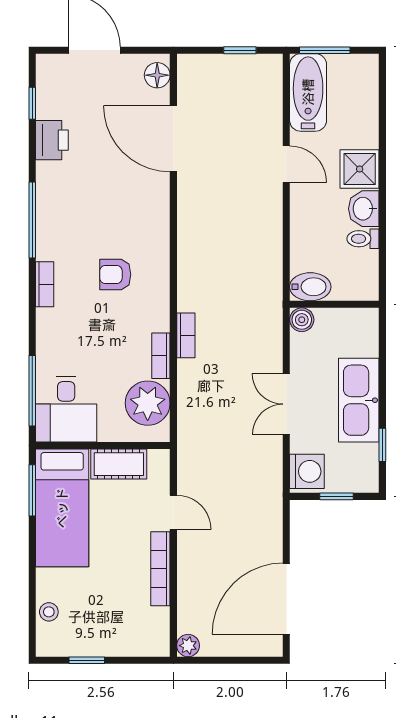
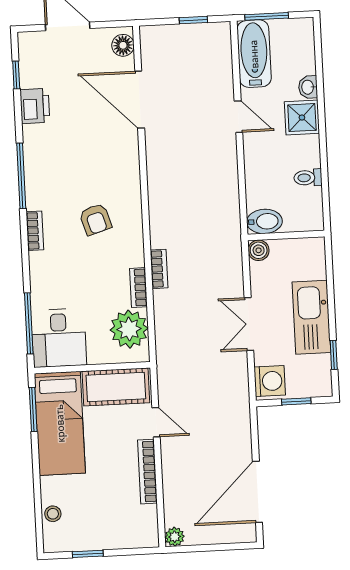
washbasin: (364, 209) -> (308, 87), moved, width x0.72, depth x0.69
armchair: (115, 274) -> (95, 219), turned -107
cot: (119, 464) -> (116, 387), width x1.37, depth x1.34

